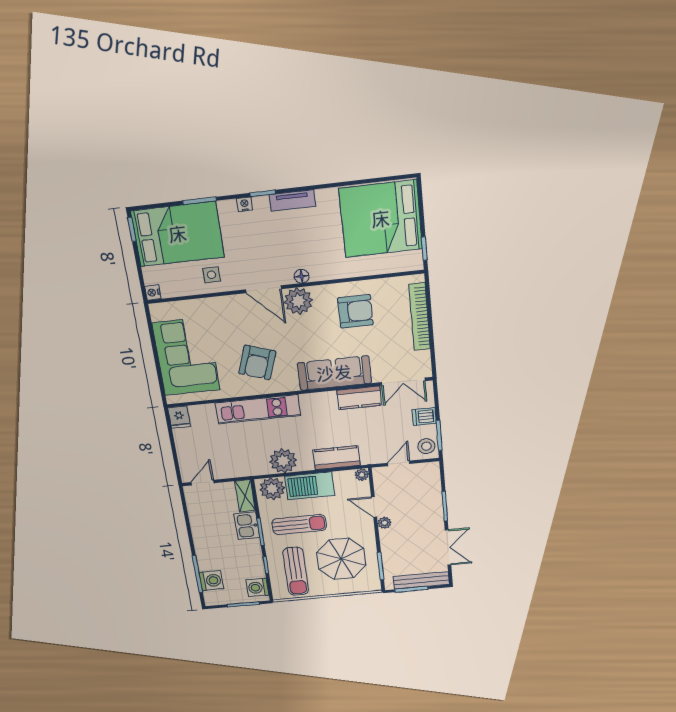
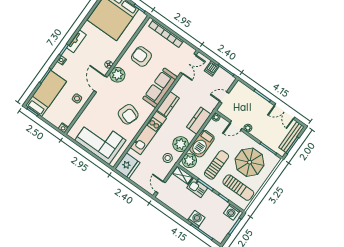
bed: (178, 234) -> (46, 93), width x0.67
door: (263, 289) -> (101, 84), swing flipped
armchair: (355, 311) -> (141, 56), turned -90
kitchen counter: (359, 398) -> (168, 104), moved
fridge: (179, 417) -> (128, 166), width x1.88, depth x1.34
stool: (426, 446) -> (168, 158), moved
door: (399, 463) -> (224, 97), hinge flipped
double door: (448, 548) -> (284, 111), swing flipped
washing machine: (211, 581) -> (196, 219), moved

